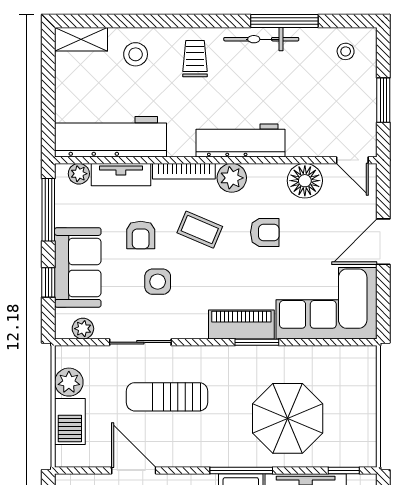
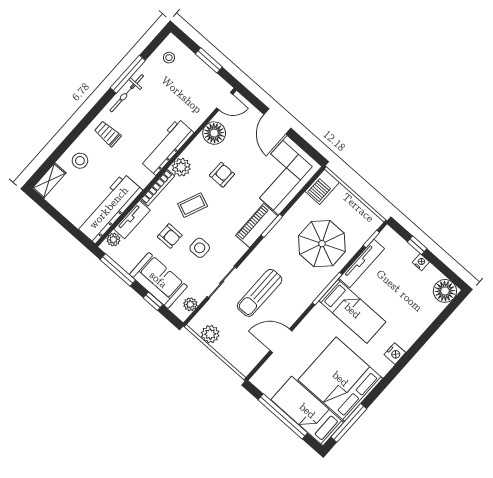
barbecue: (70, 422) -> (322, 187), moved, turned 90

